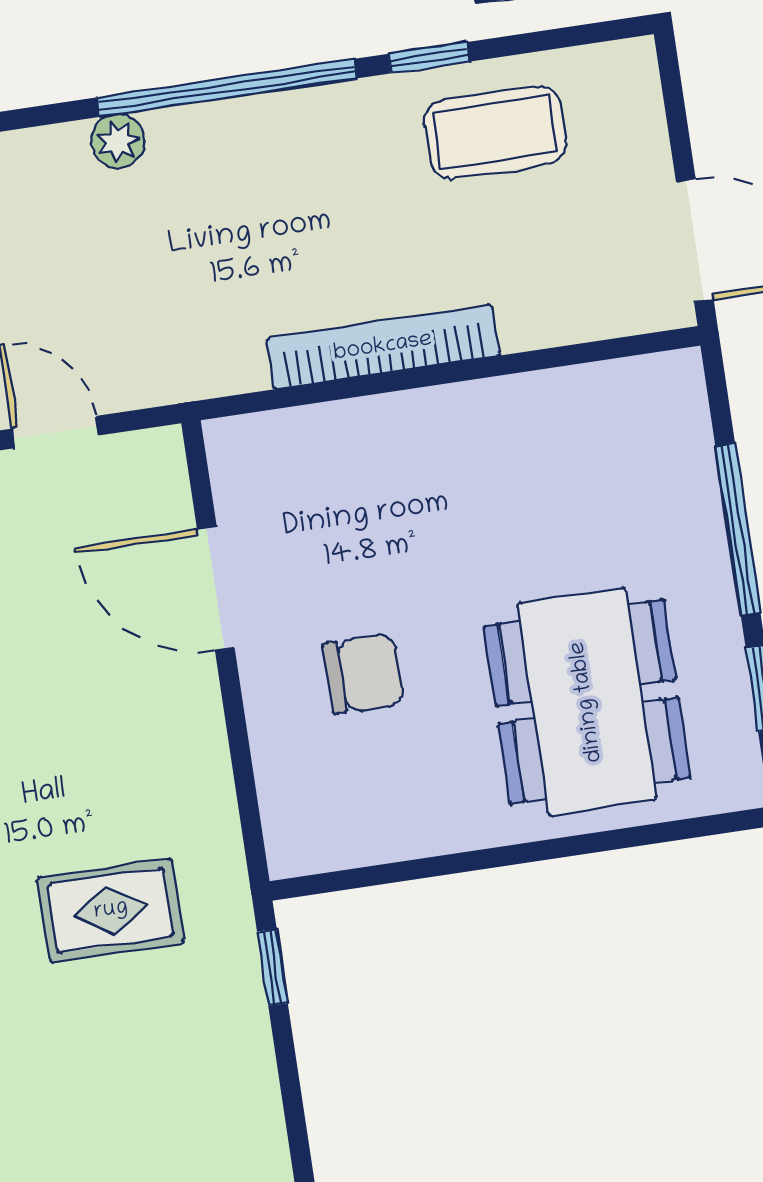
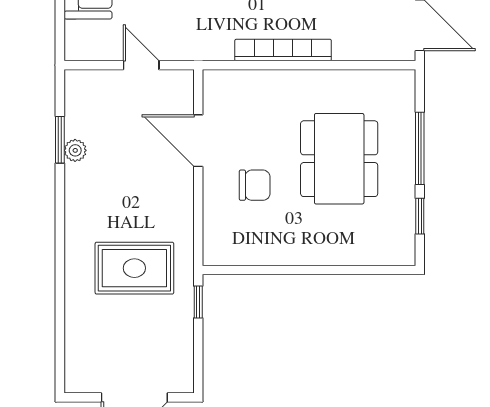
dining table: (587, 702) -> (339, 159), moved
rug: (111, 910) -> (134, 268), width x1.36, depth x1.43

